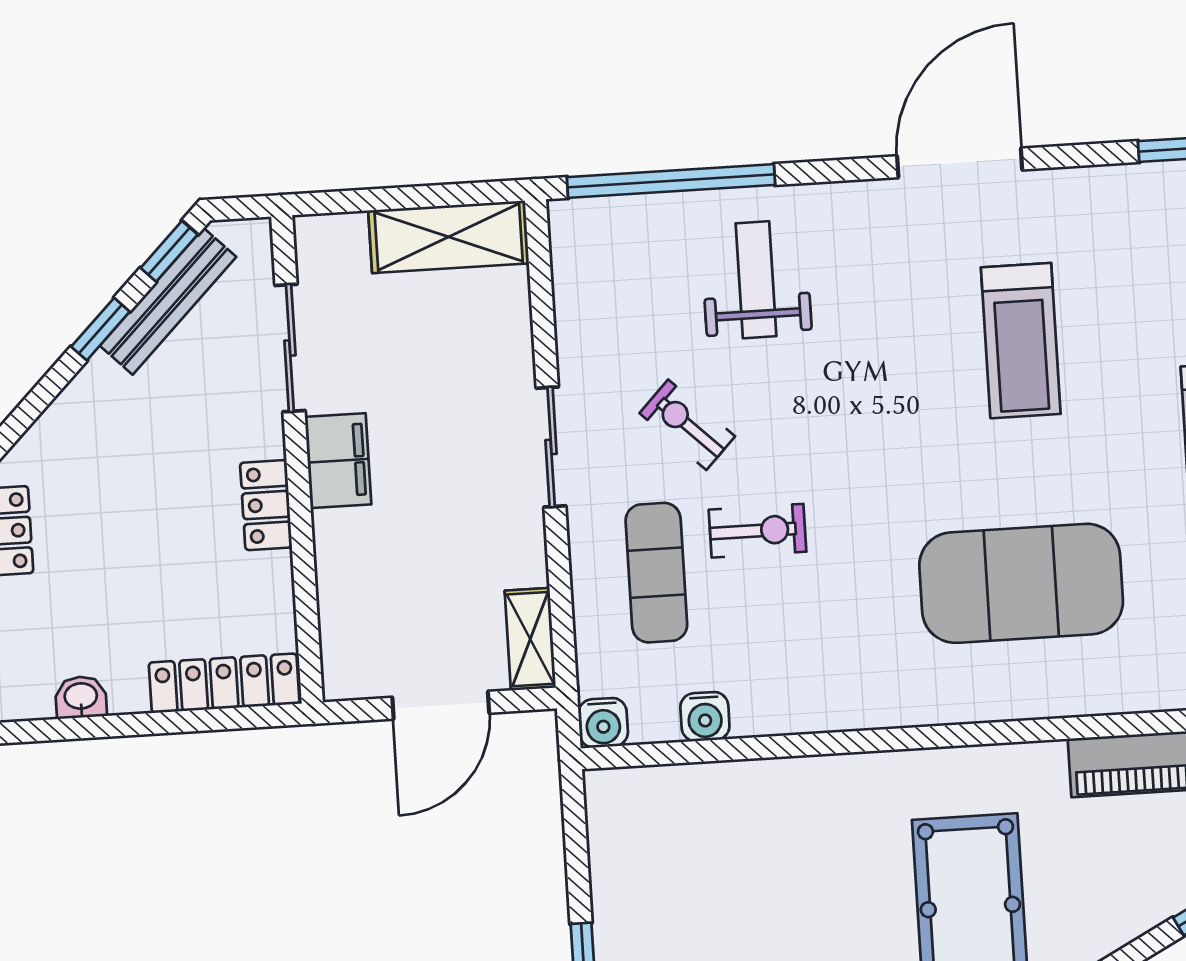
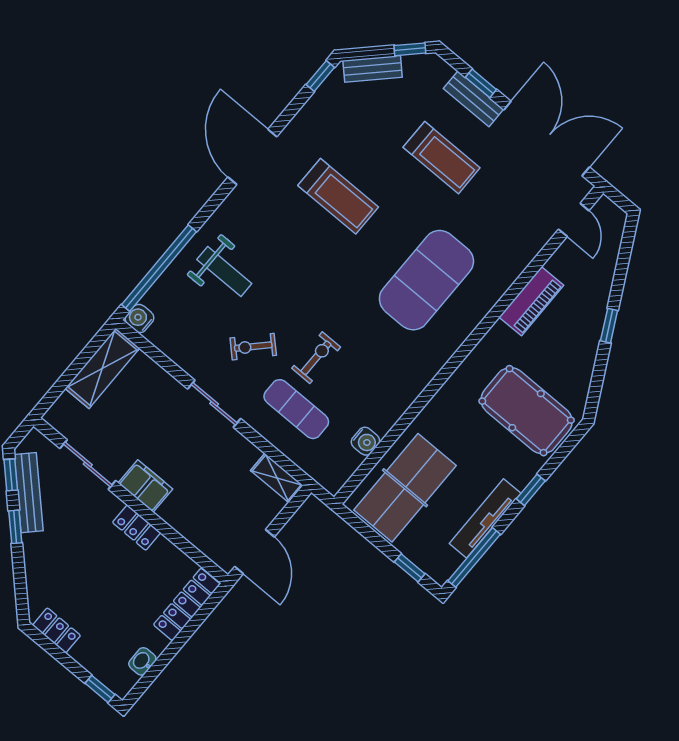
weight bench: (756, 280) -> (224, 271), turned 180
door: (441, 705) -> (254, 552), moved
water cooler: (603, 723) -> (139, 318), moved, turned 180
table tennis table: (692, 838) -> (405, 488), added

